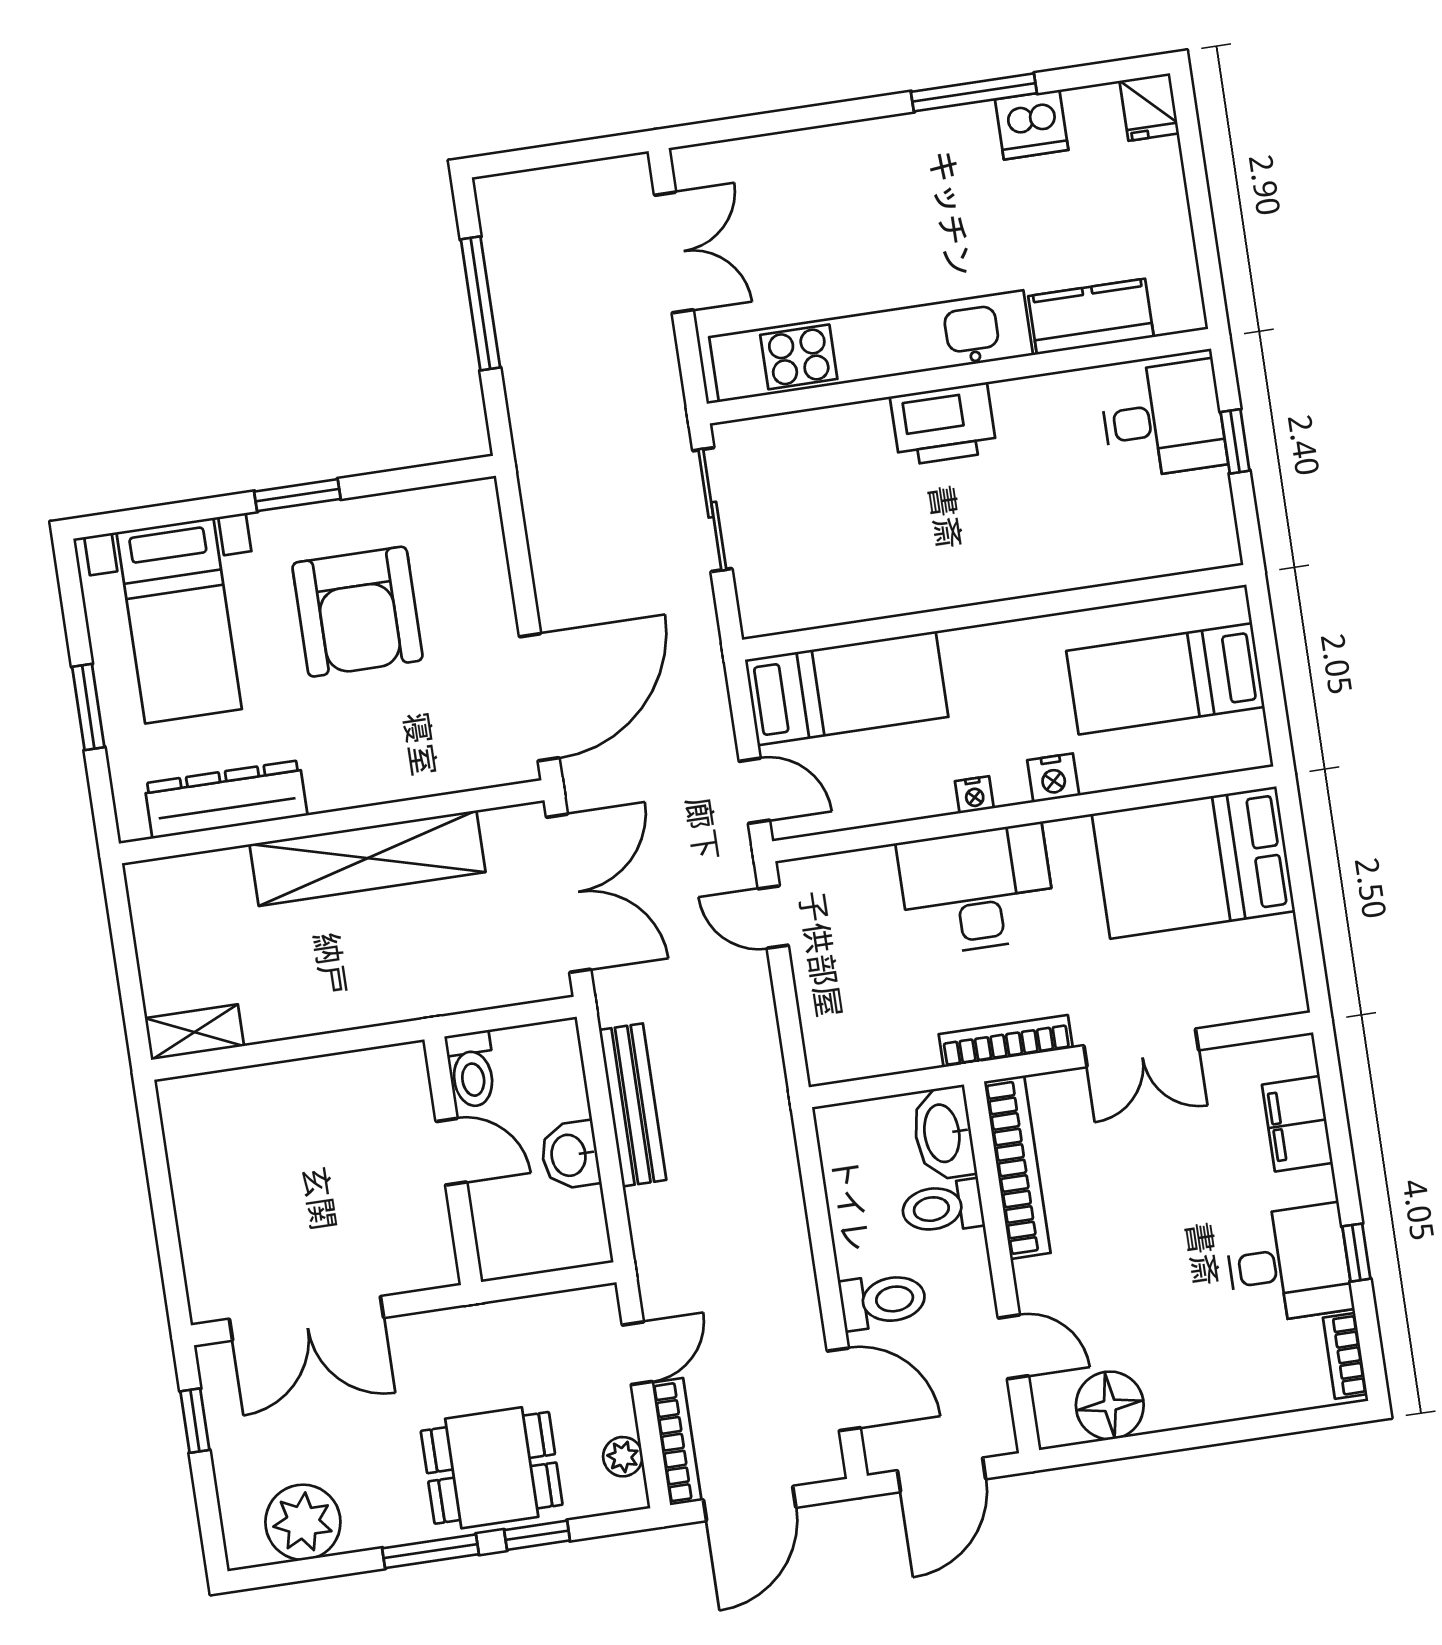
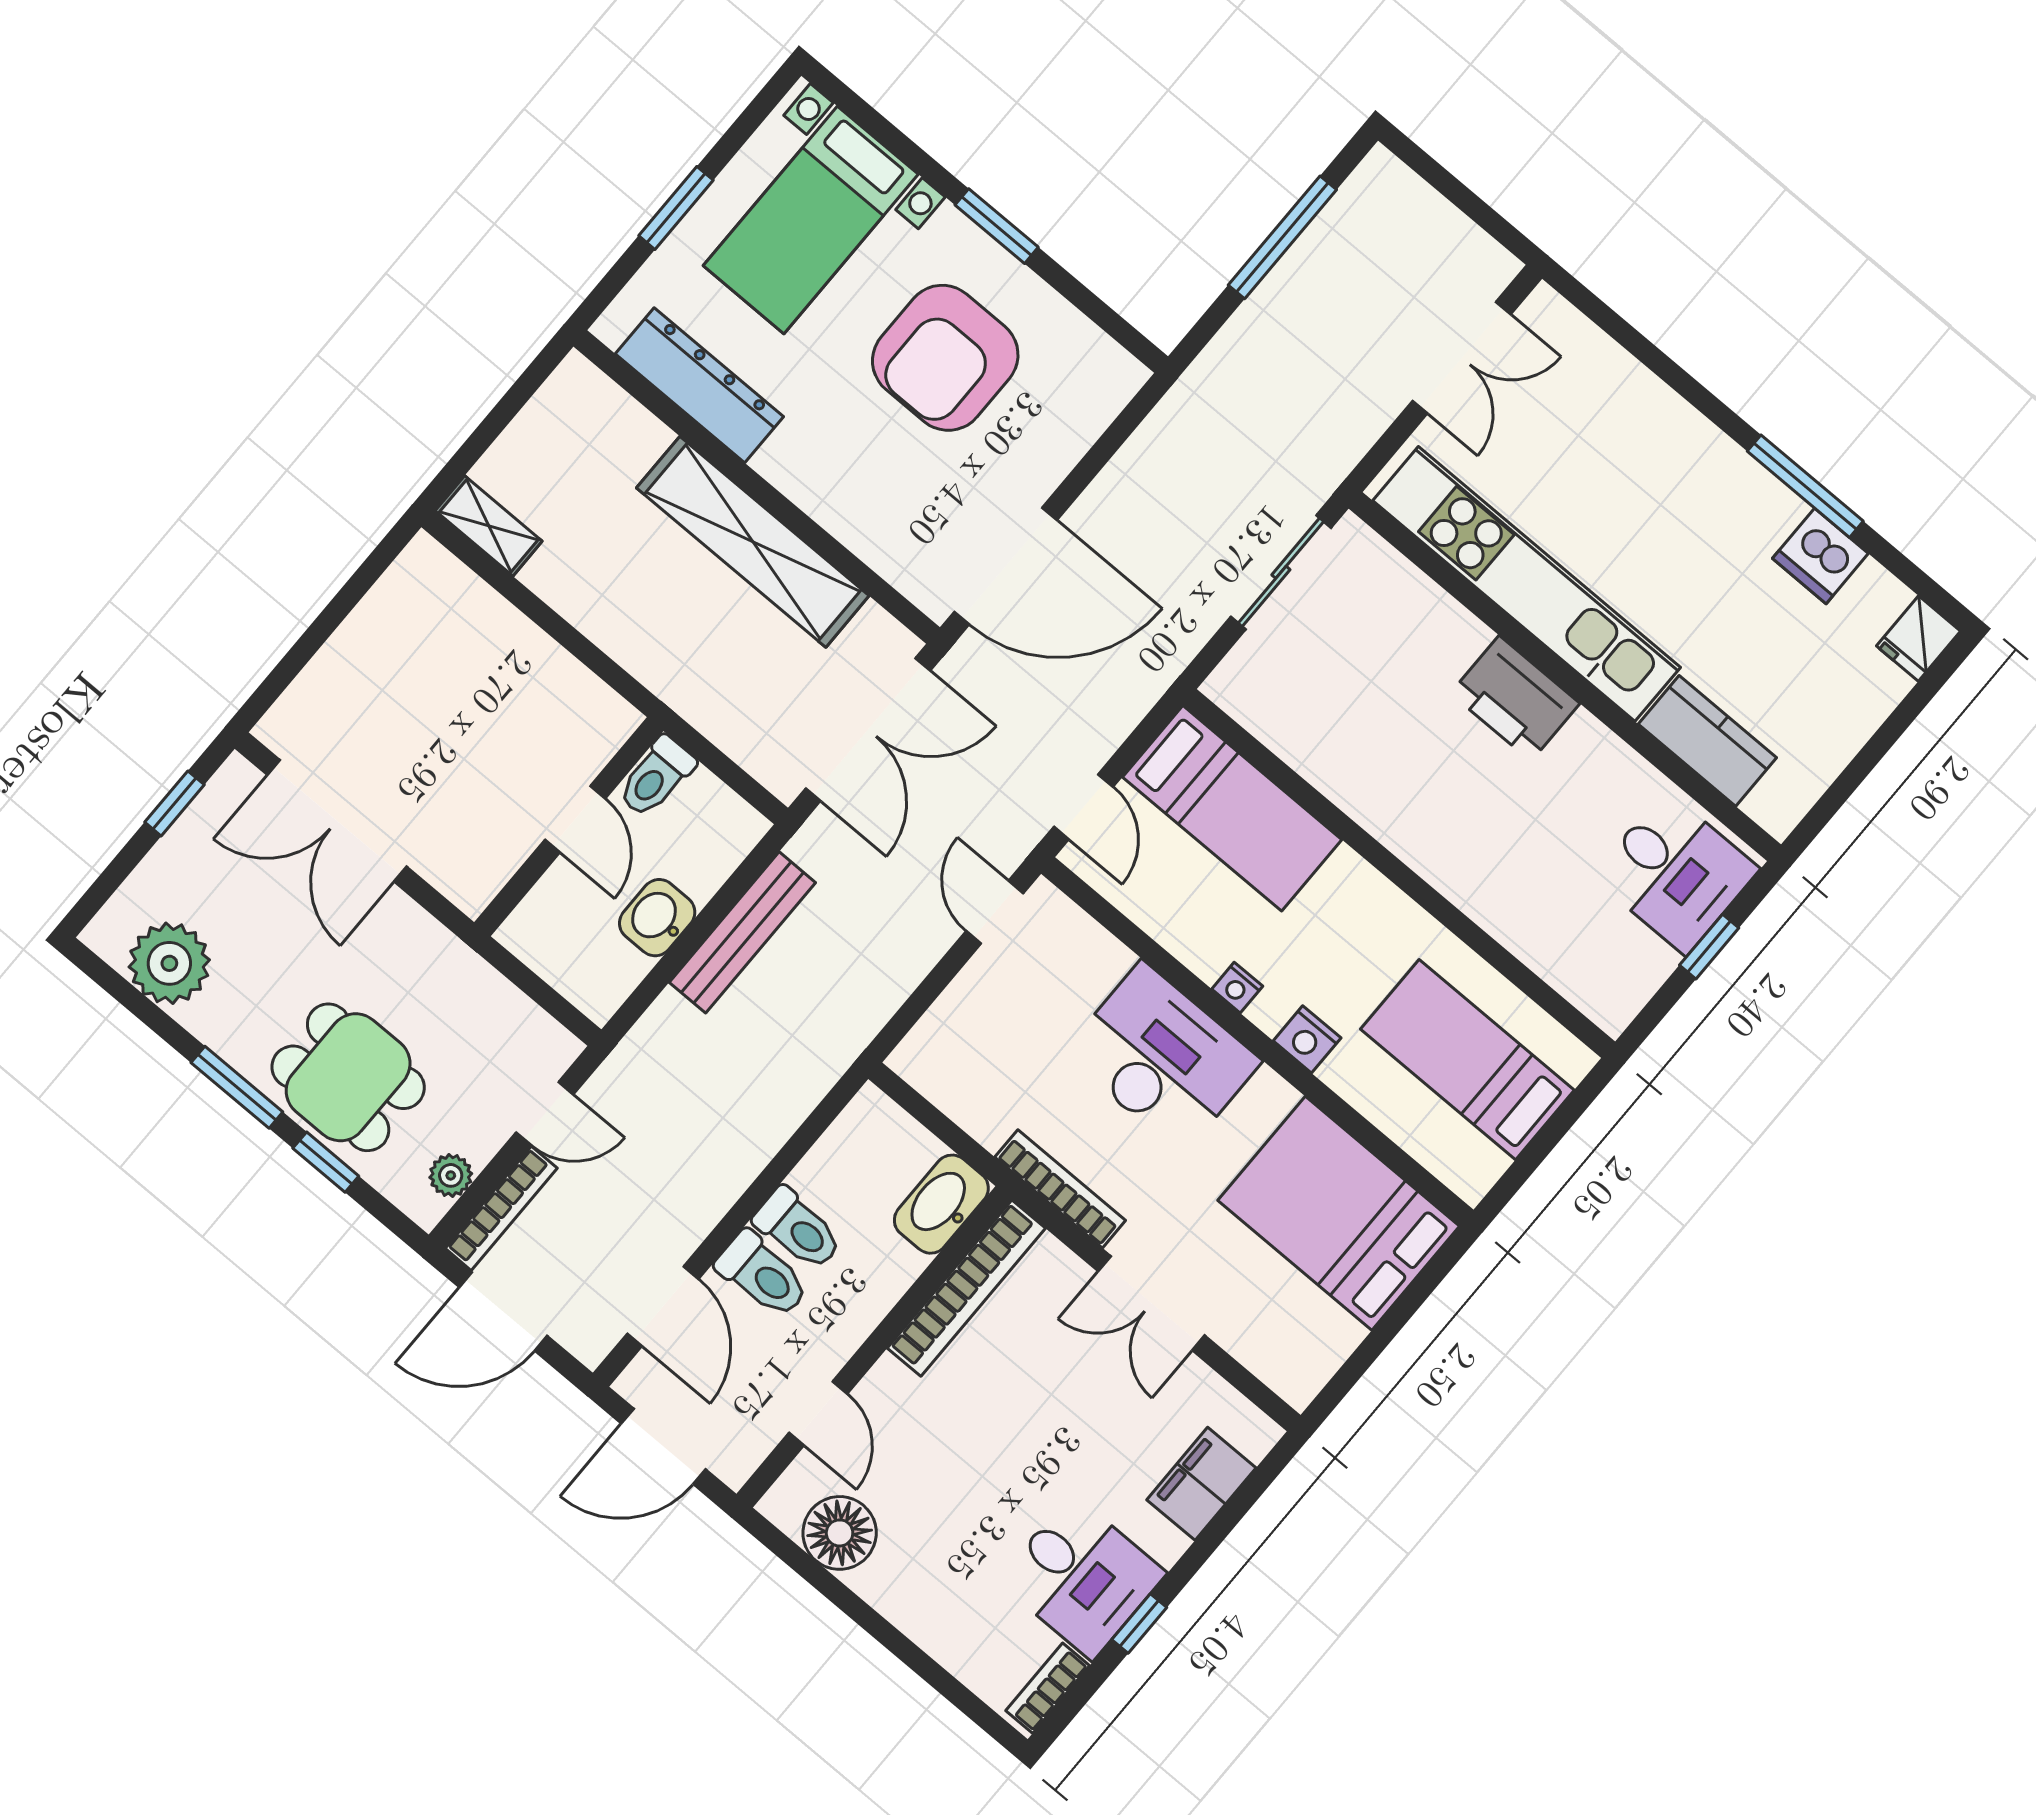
toilet: (942, 1207) -> (798, 1229), moved, turned 180

